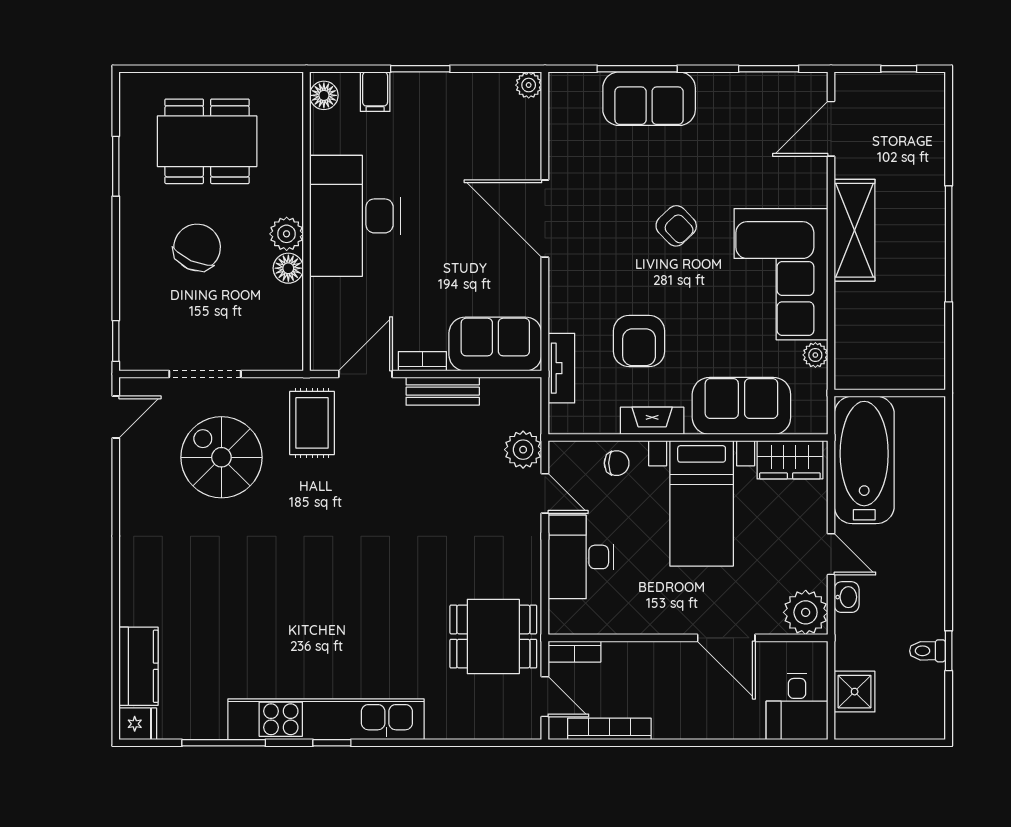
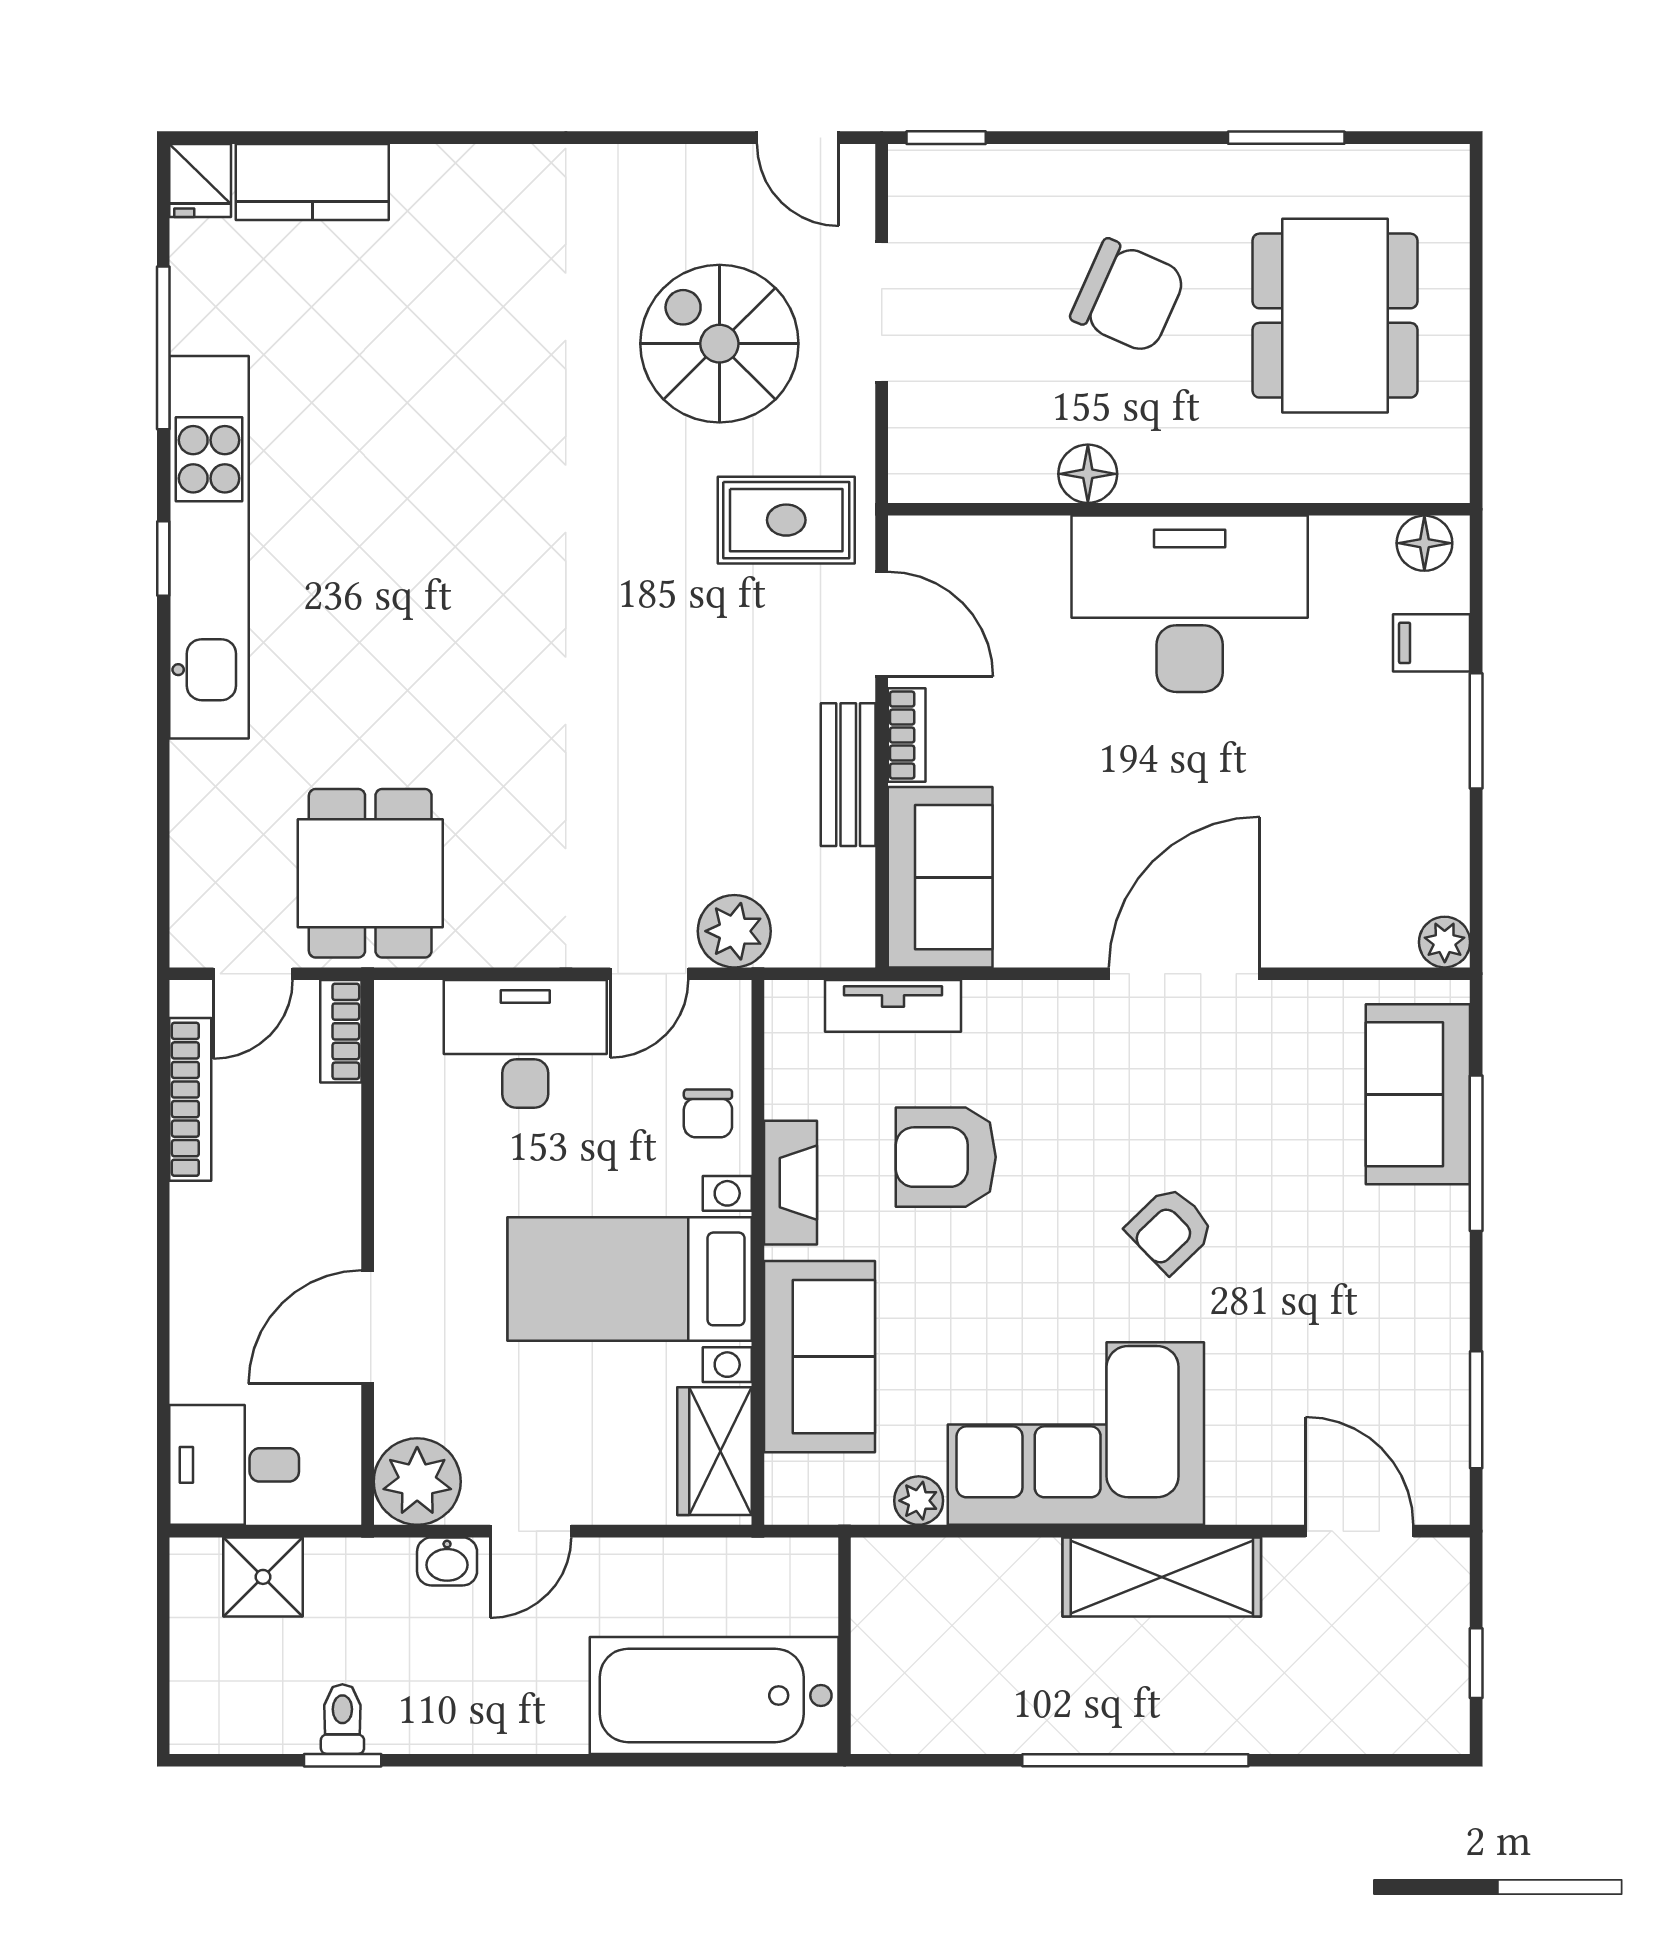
sofa: (649, 99) -> (1418, 1094), moved
plant: (287, 234) -> (1155, 470), removed
spiral stairs: (221, 457) -> (719, 344), turned -90
bathtub: (864, 460) -> (714, 1695), moved, turned 180

